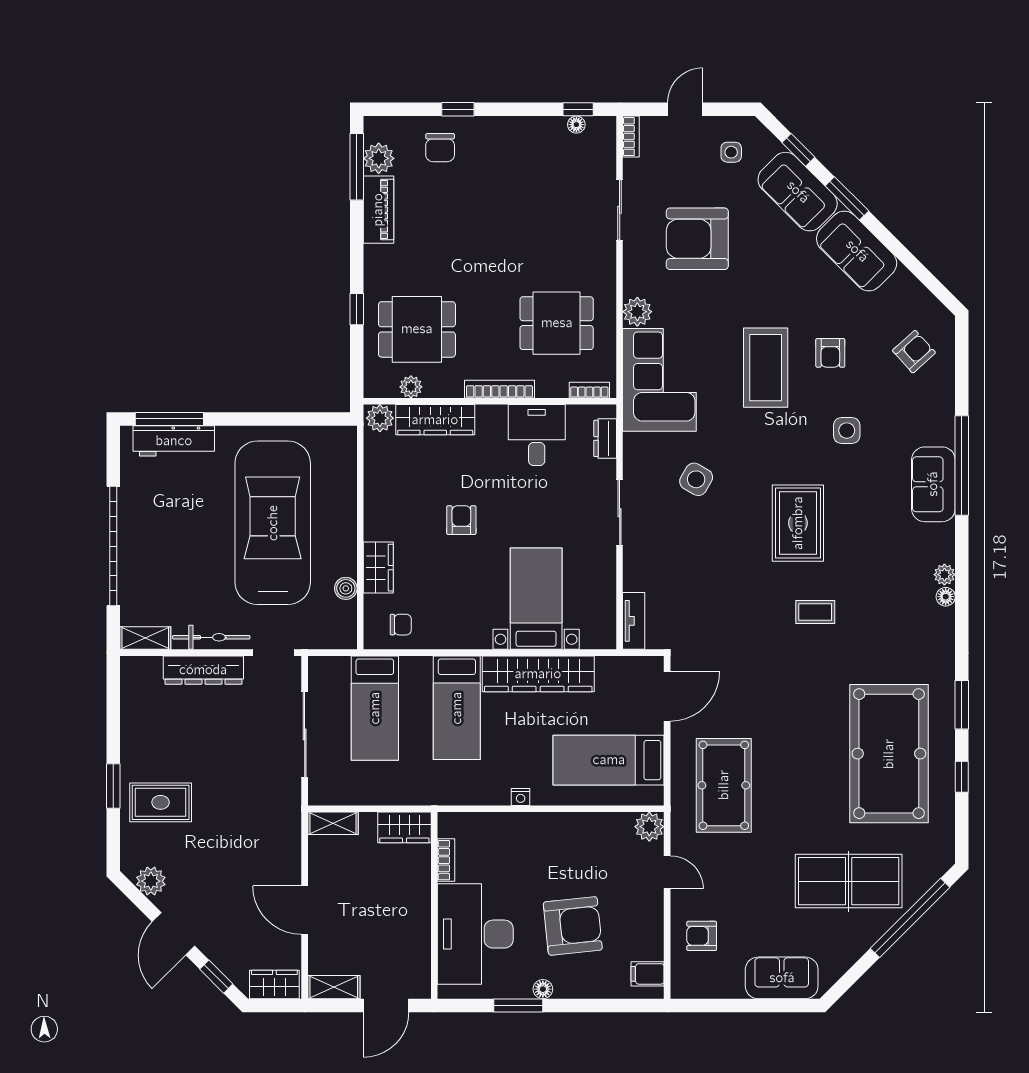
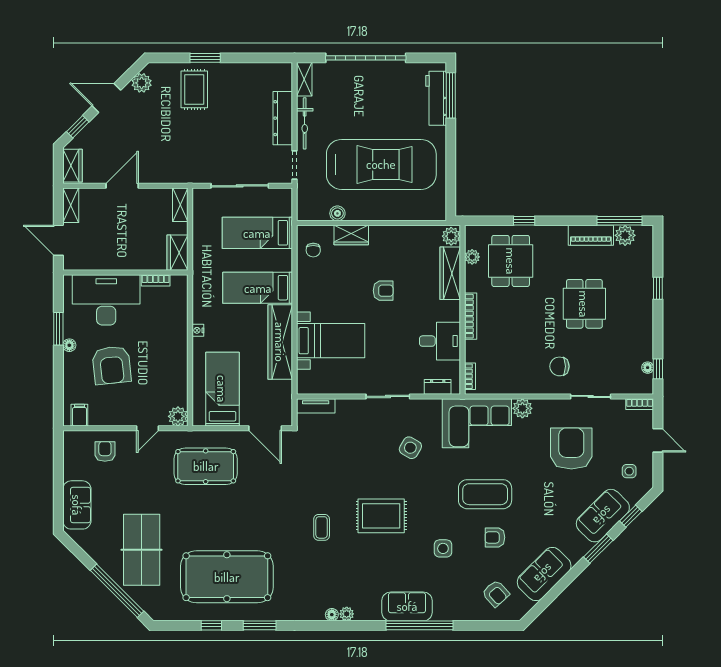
chair: (440, 148) -> (559, 366), moved
sofa: (857, 251) -> (544, 574), moved
dining table: (557, 323) -> (584, 304), moved

